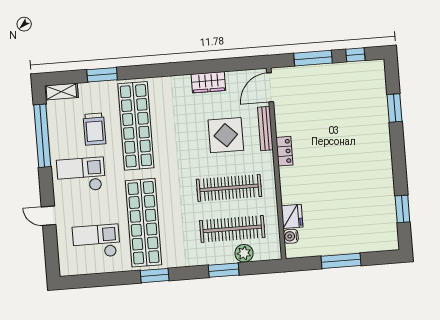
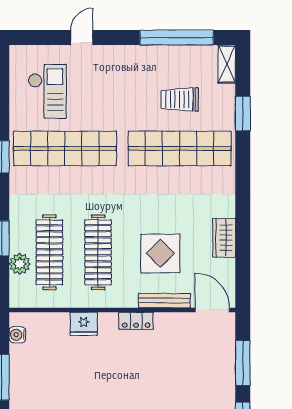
checkout: (81, 175) -> (127, 79), removed
fridge: (292, 216) -> (84, 324), moved
water cooler: (291, 236) -> (17, 335), moved, turned -90

